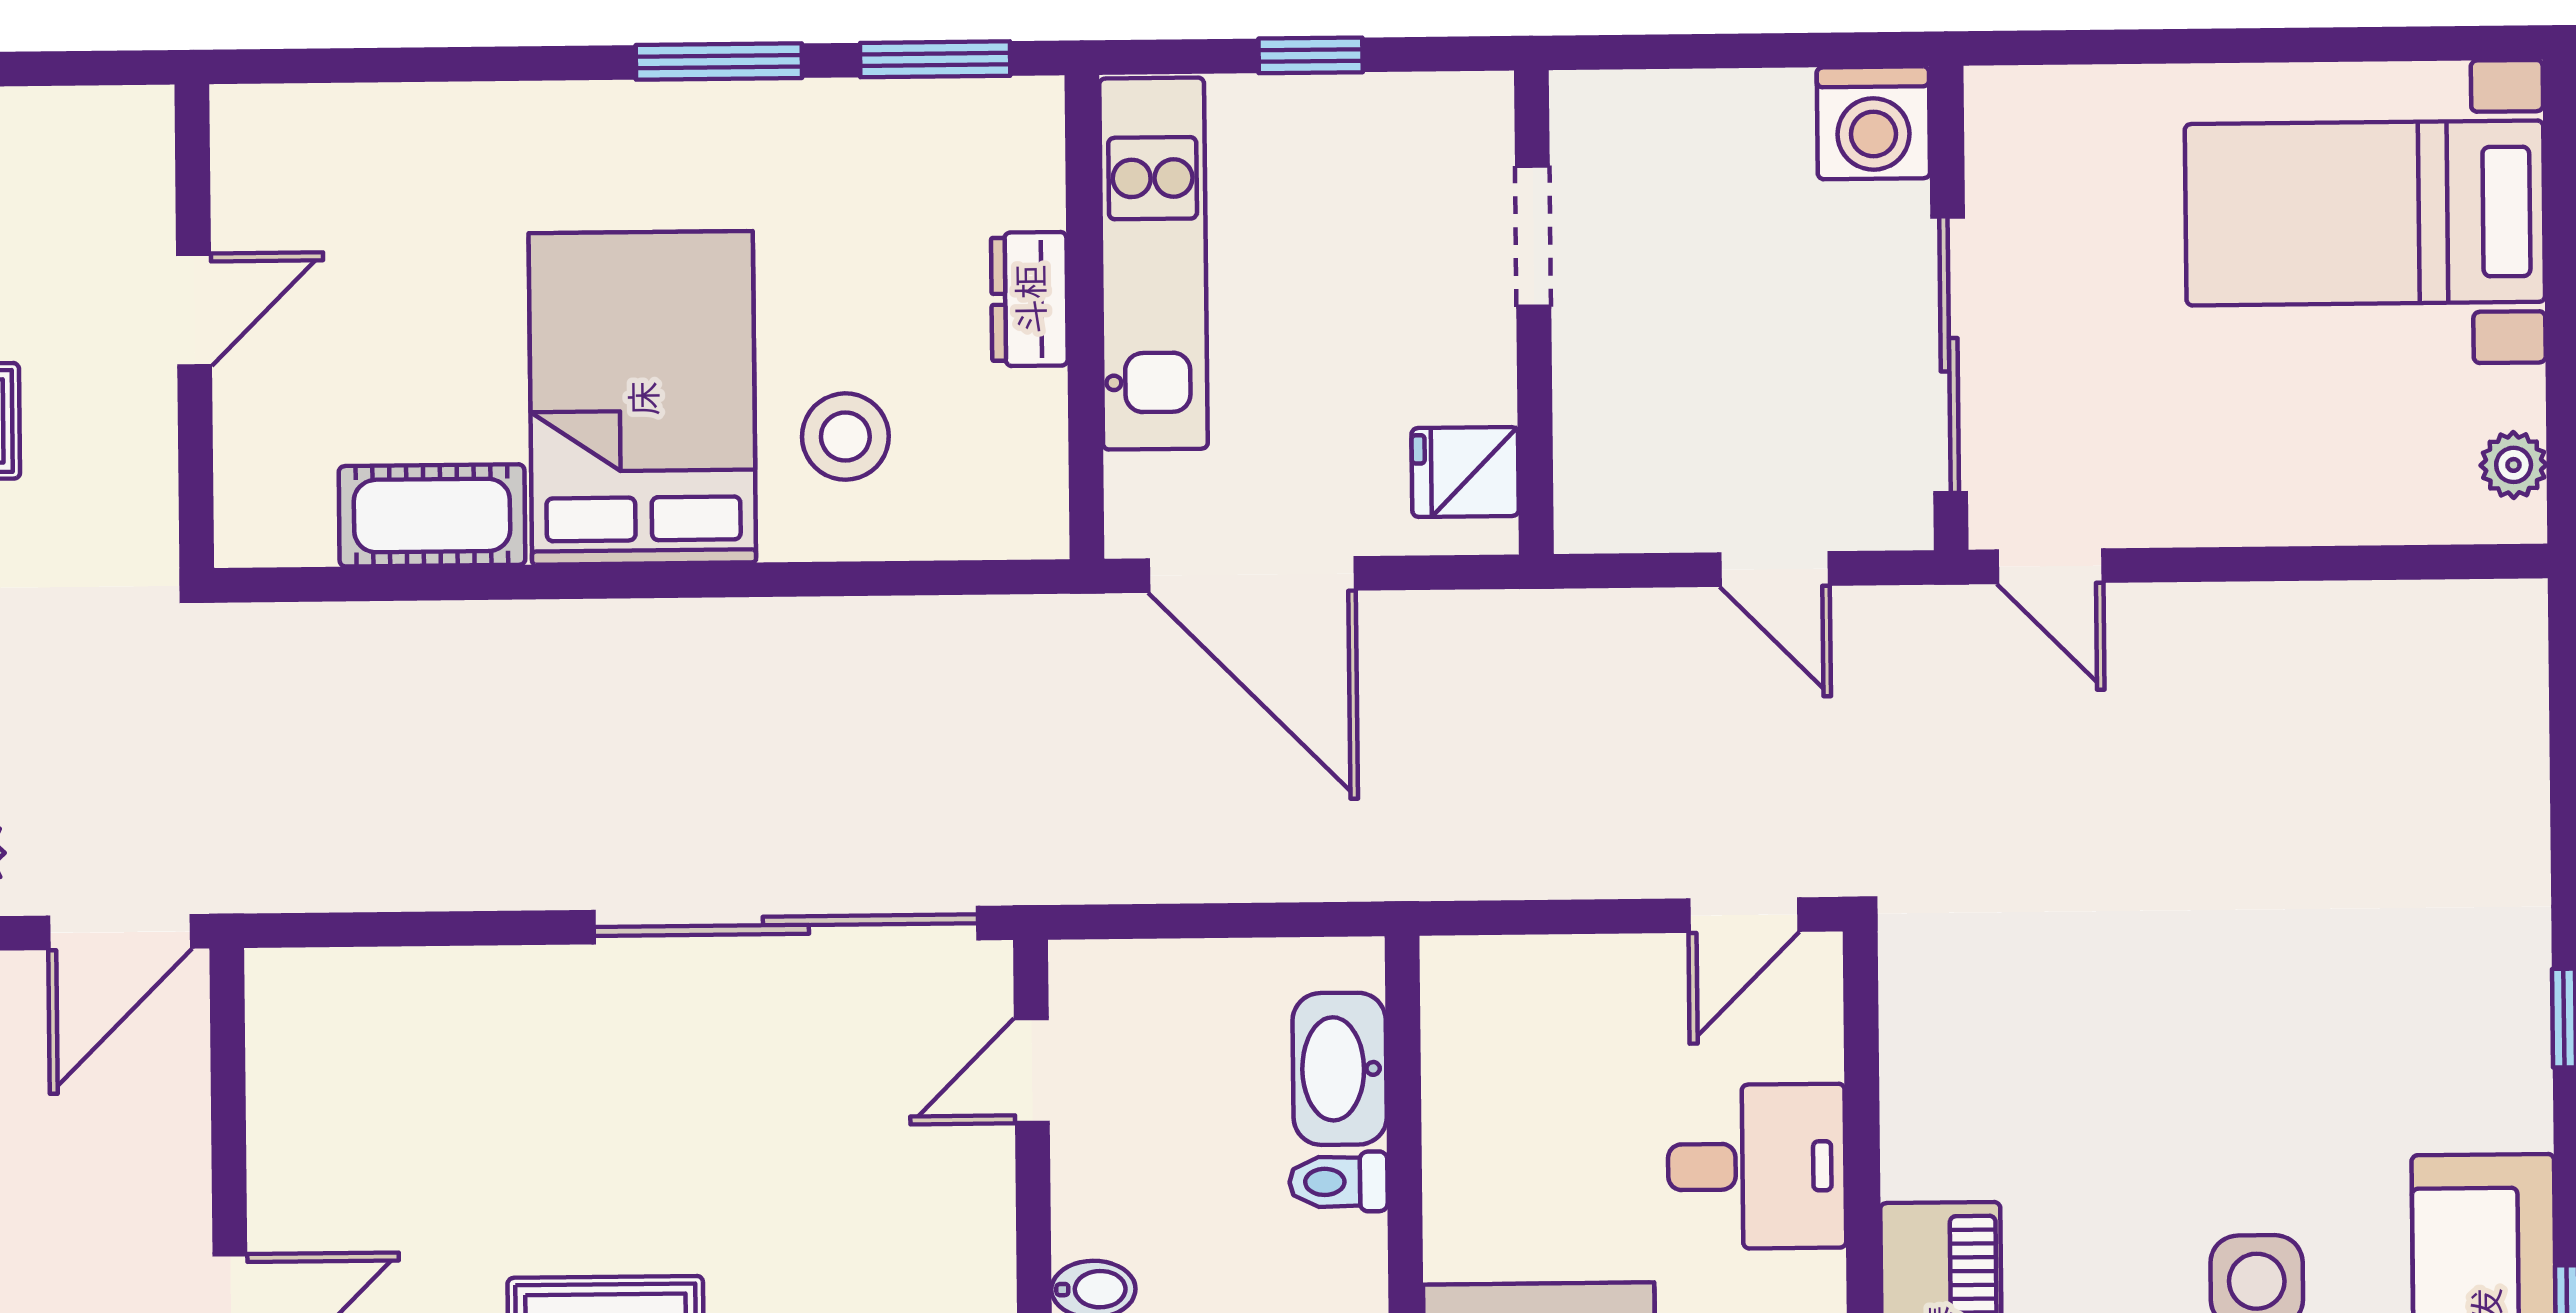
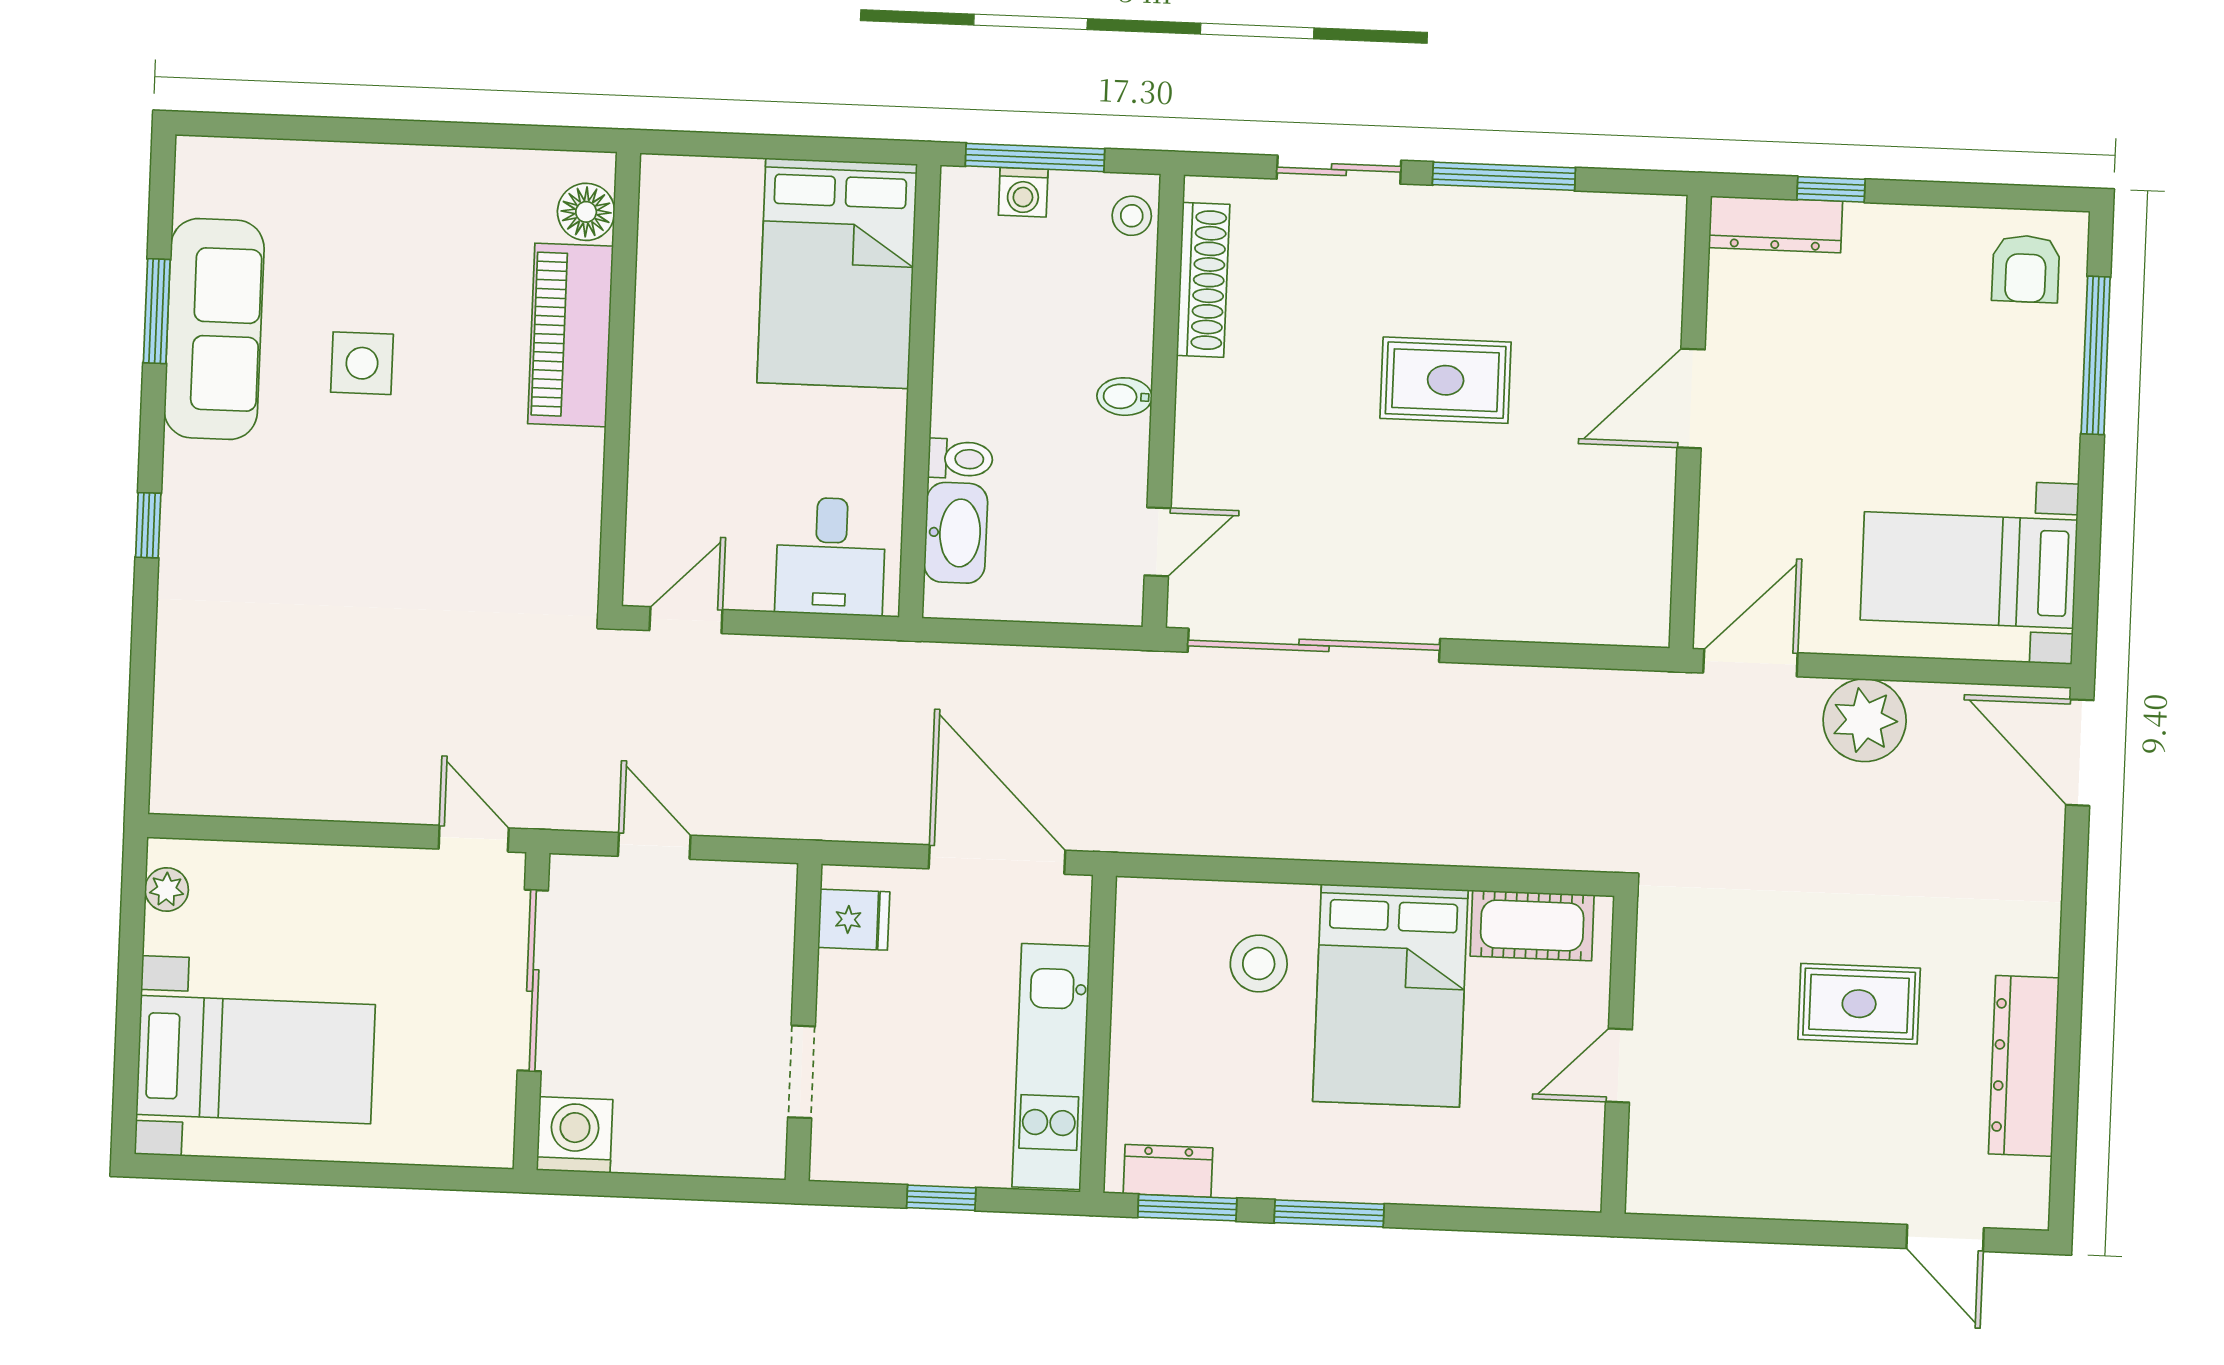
dresser: (1029, 299) -> (1168, 1171), moved, turned -90
door: (194, 310) -> (1619, 1066), moved
wall: (194, 326) -> (1619, 1055), moved
desk: (1757, 1166) -> (831, 556), moved, turned -90

